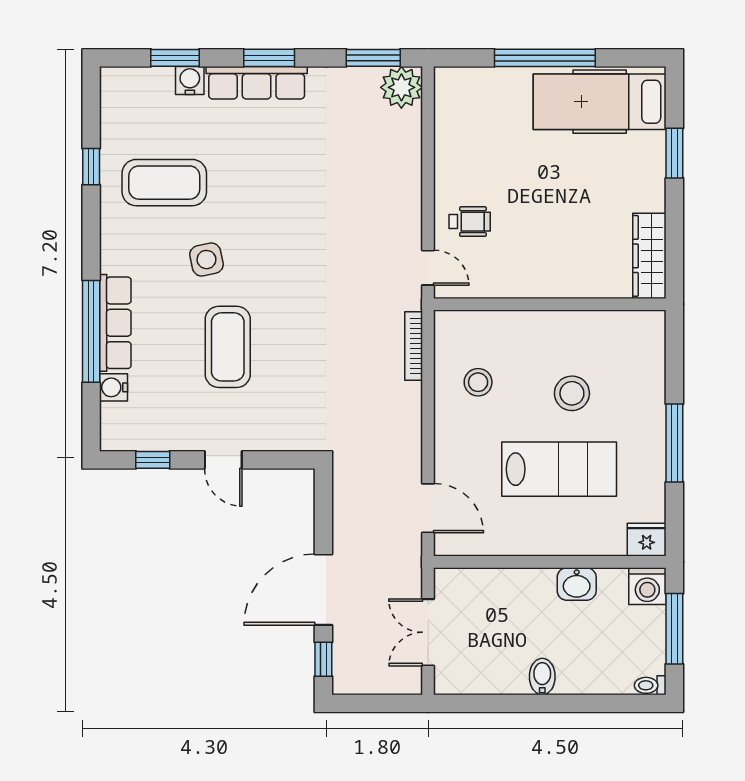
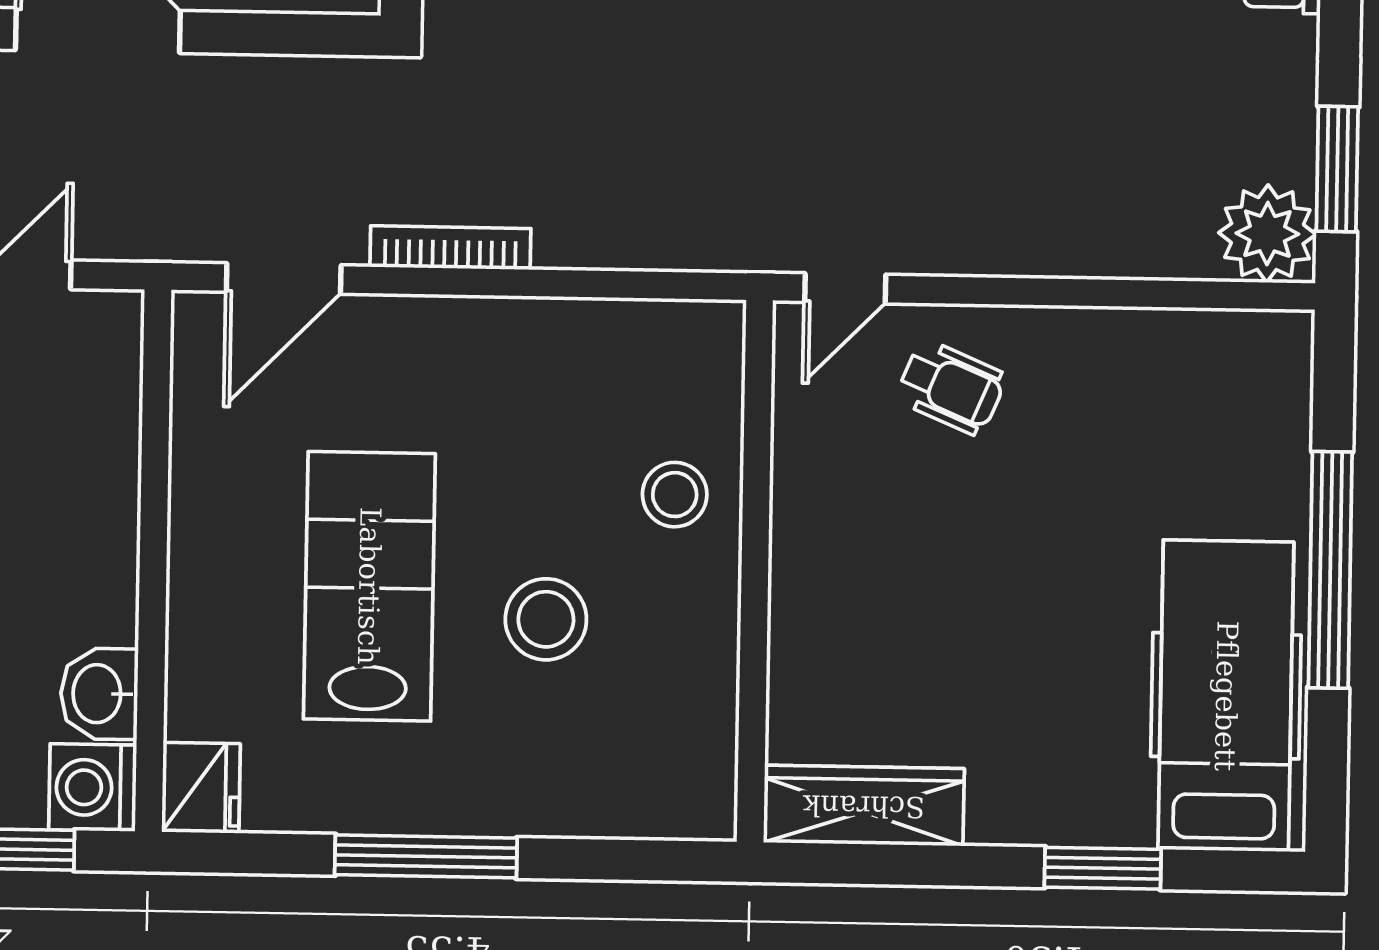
wheelchair: (470, 222) -> (951, 387), turned -67
bookcase: (414, 346) -> (450, 248), moved
stool: (478, 382) -> (675, 495), moved
lab bench: (559, 469) -> (369, 586), turned 180
washbasin: (577, 584) -> (99, 694), moved

